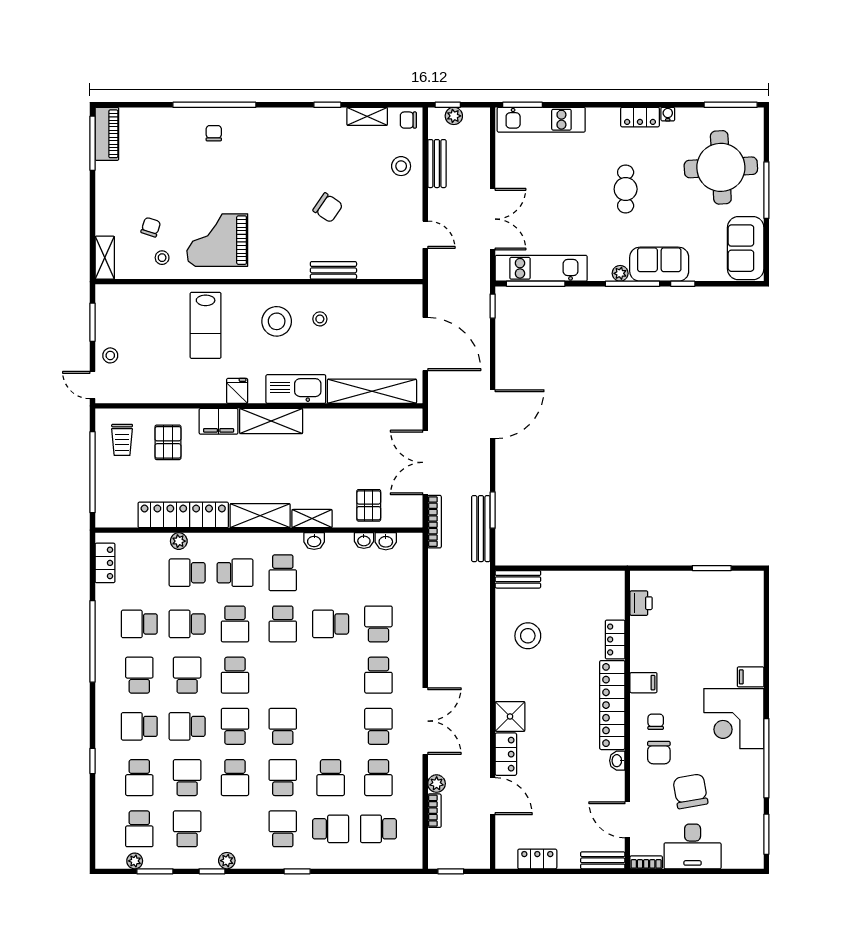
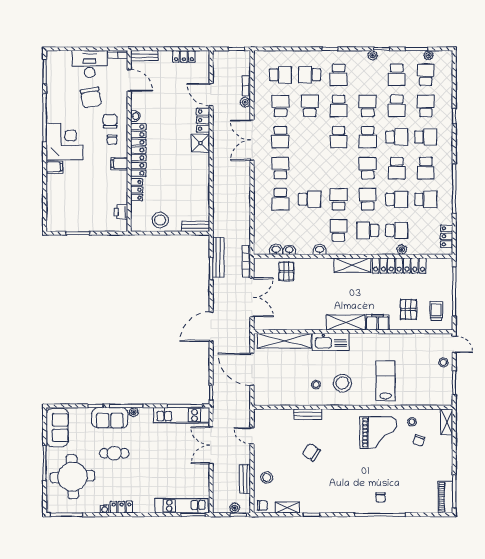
cafe table: (626, 189) -> (114, 453), moved, turned 90
fridge: (237, 391) -> (366, 341), removed
shelving: (312, 519) -> (321, 263), removed
stool: (528, 636) -> (160, 220), moved

